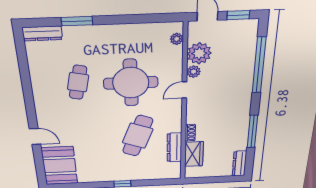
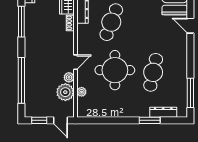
dresser: (42, 33) -> (163, 112), moved
plant: (177, 39) -> (82, 92), moved
window: (22, 59) -> (190, 93), added
cafe table: (78, 82) -> (153, 72), width x1.37, depth x1.35

